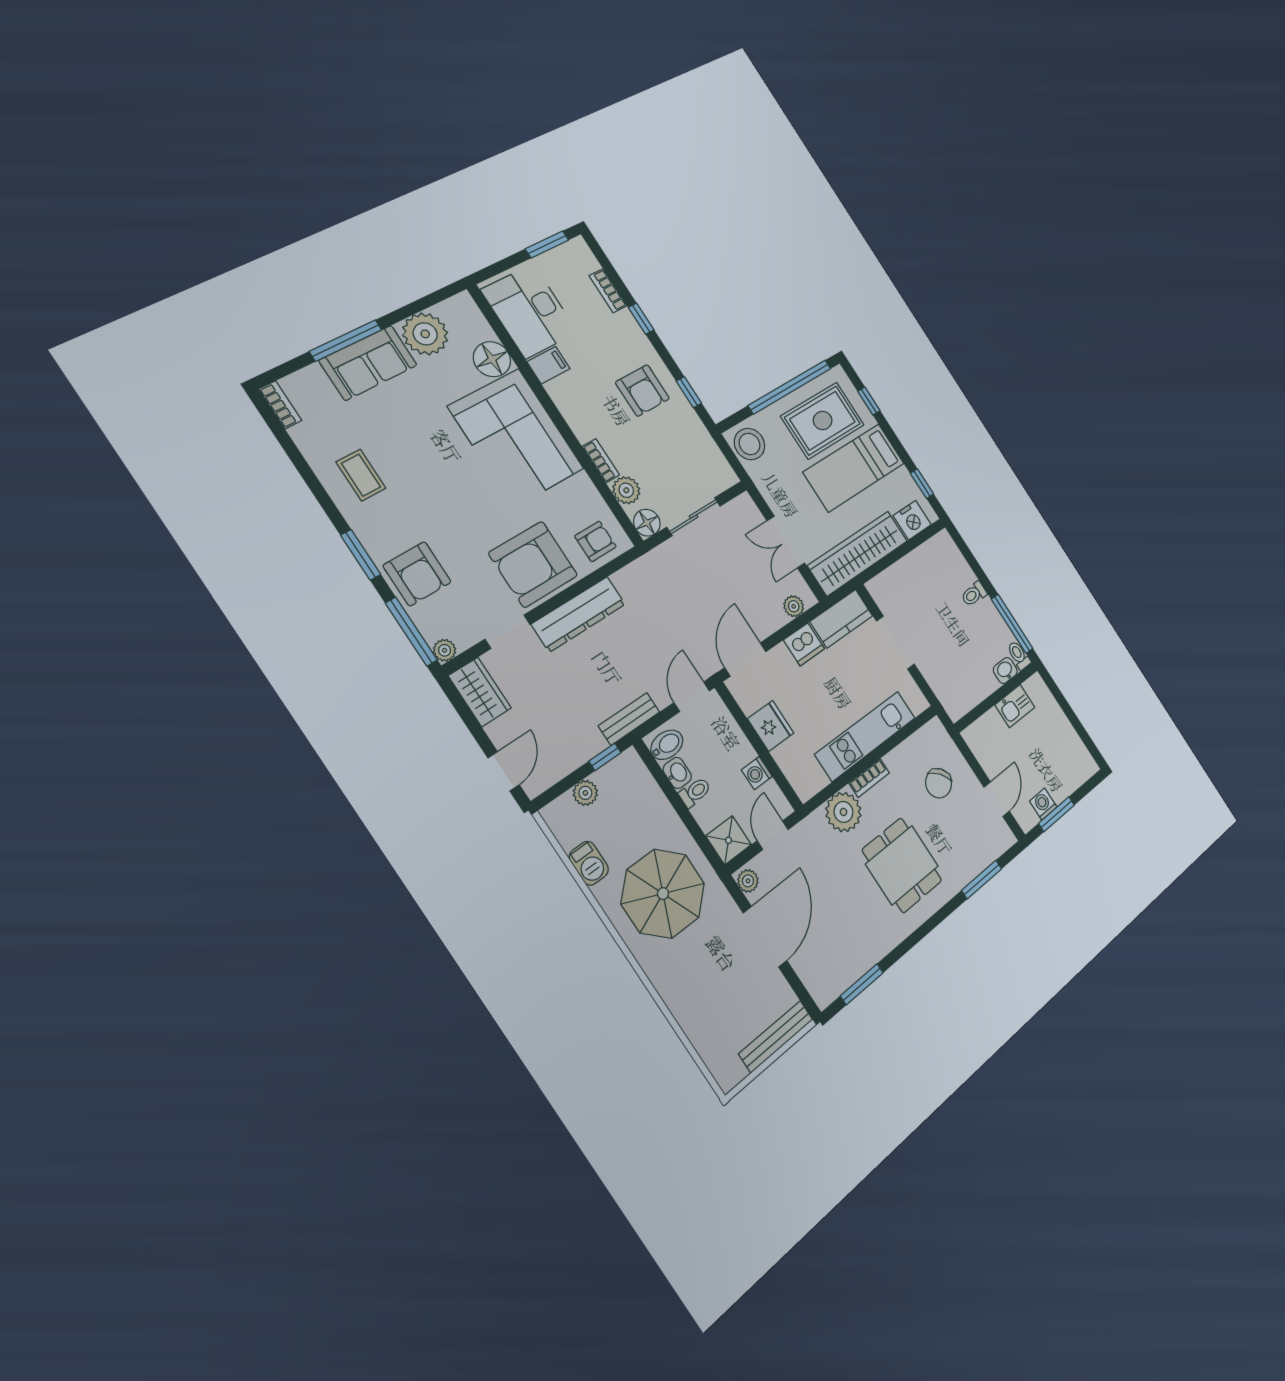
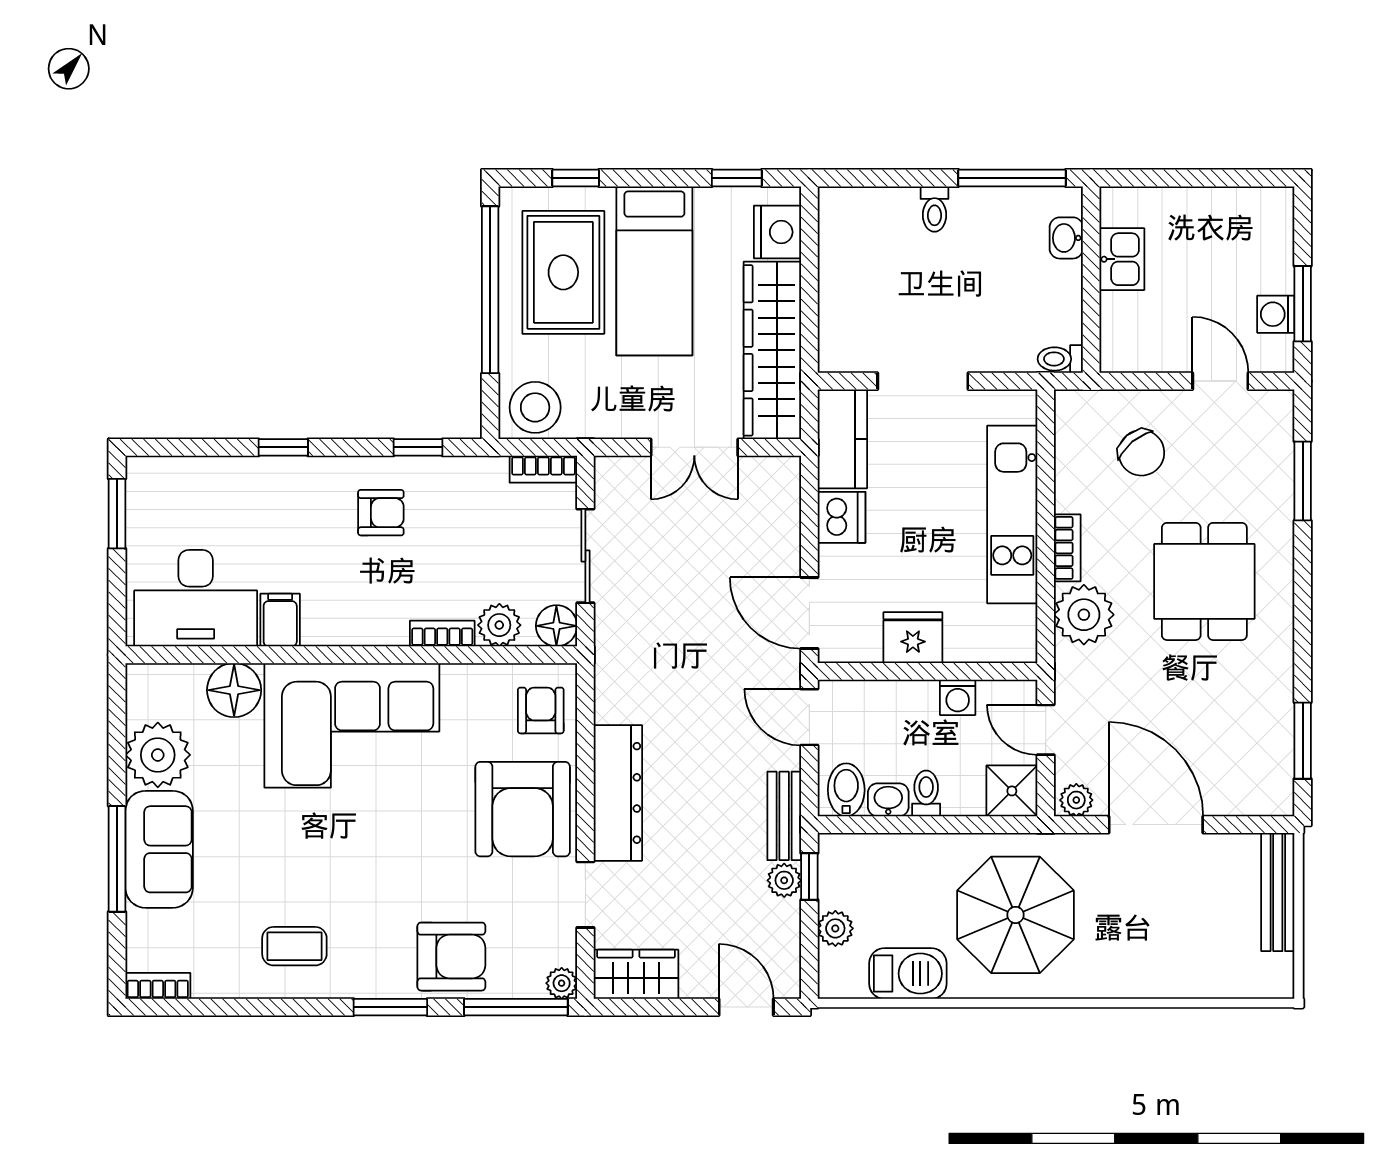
bookcase: (608, 291) -> (543, 469), moved
armchair: (642, 391) -> (381, 513), width x0.72, depth x0.72
plant: (794, 606) -> (784, 880), moved
toilet: (1019, 655) -> (1060, 359), moved
barbecue: (589, 863) -> (908, 974), width x1.38, depth x1.27
dining table: (902, 865) -> (1204, 581), turned 90

